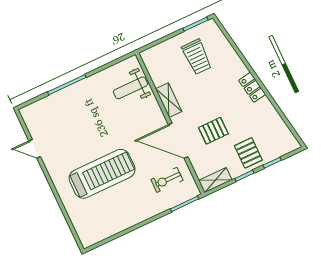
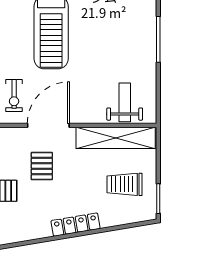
locker: (252, 87) -> (76, 225), width x1.53
shelving: (169, 100) -> (116, 138), width x2.20, depth x1.33
exercise bike: (167, 180) -> (14, 95), turned 180

